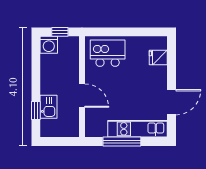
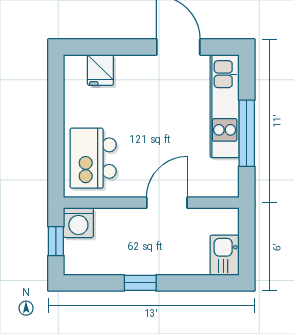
washing machine: (49, 45) -> (78, 223), moved, turned 90
kitchen sink: (49, 107) -> (225, 255), moved, turned -90
window: (36, 111) -> (140, 283), moved

